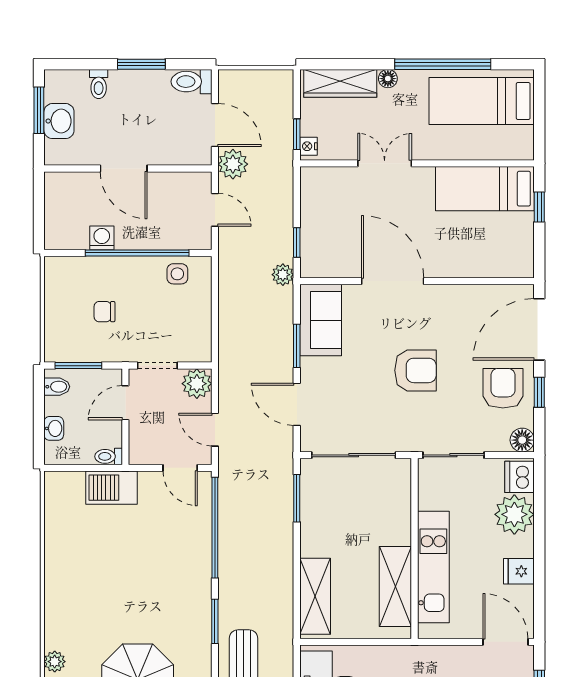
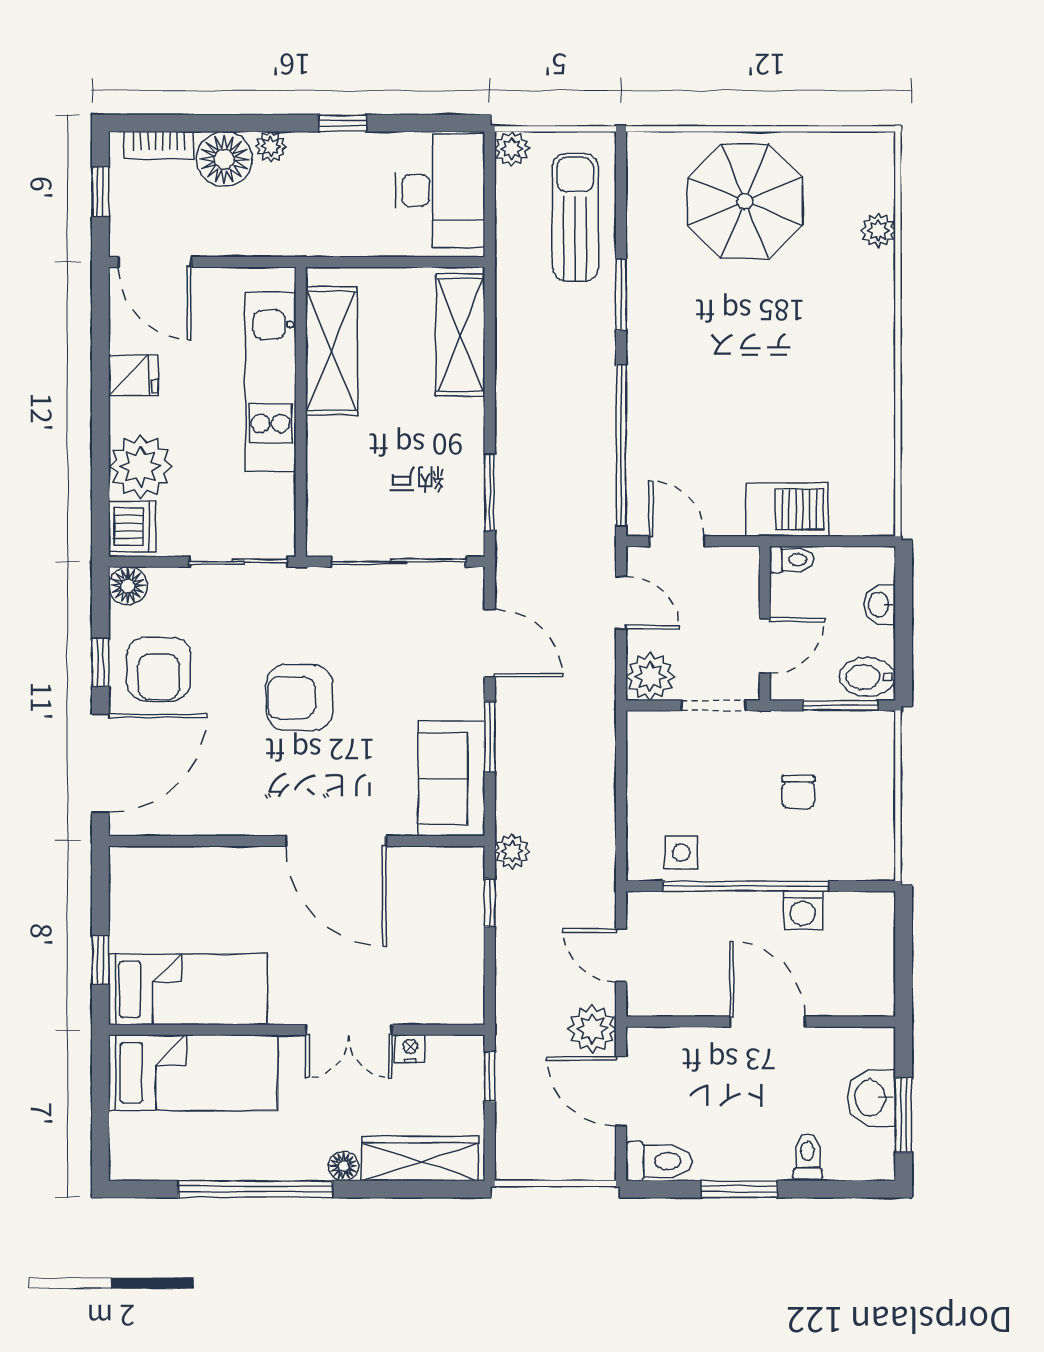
bed: (482, 101) -> (193, 1073), moved
nightstand: (308, 146) -> (410, 1049), moved, turned -90
chair: (104, 312) -> (798, 792), turned 90
bidet: (57, 387) -> (867, 677), width x1.38, depth x1.36

